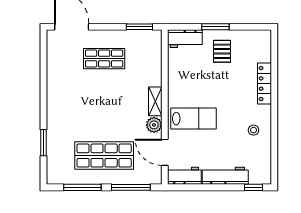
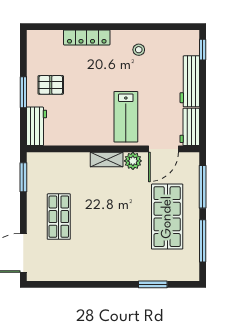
lab bench: (193, 119) -> (126, 117), turned 180

